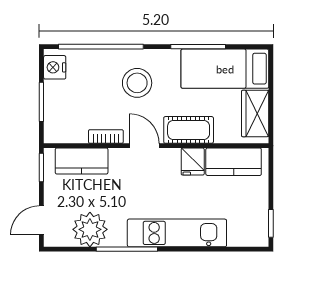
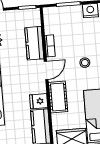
stool: (137, 83) -> (85, 63), width x0.53, depth x0.53
kitchen counter: (82, 161) -> (34, 43), moved

